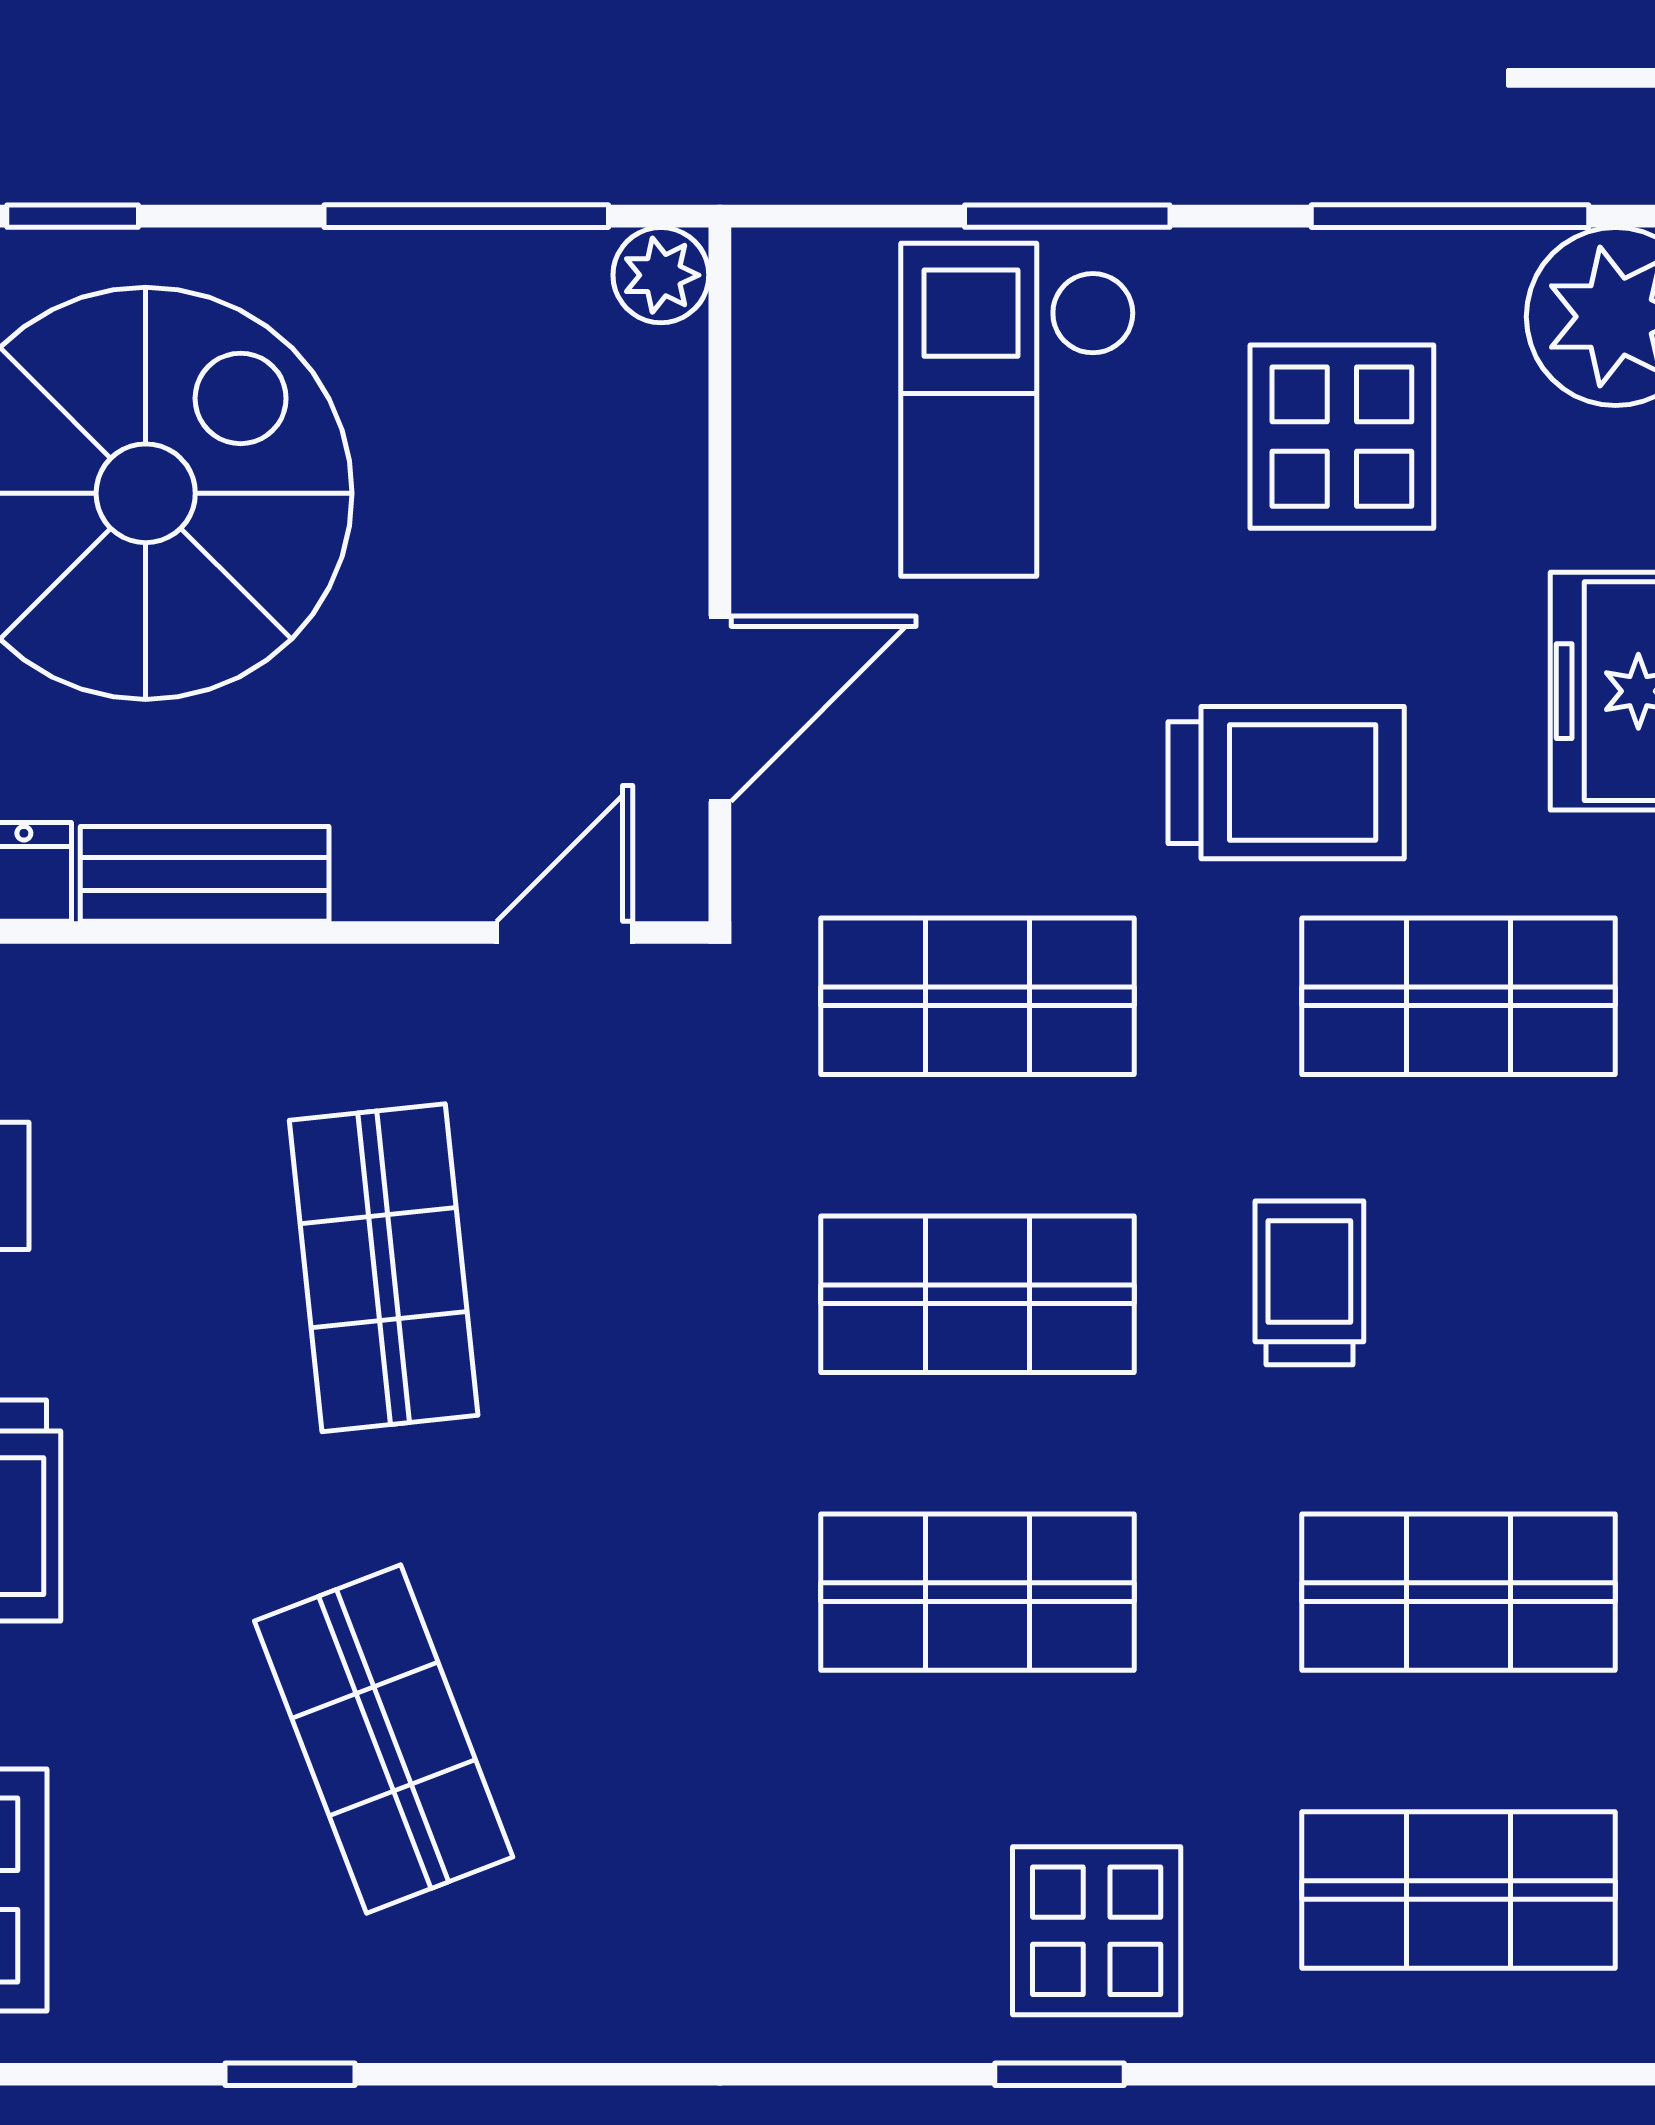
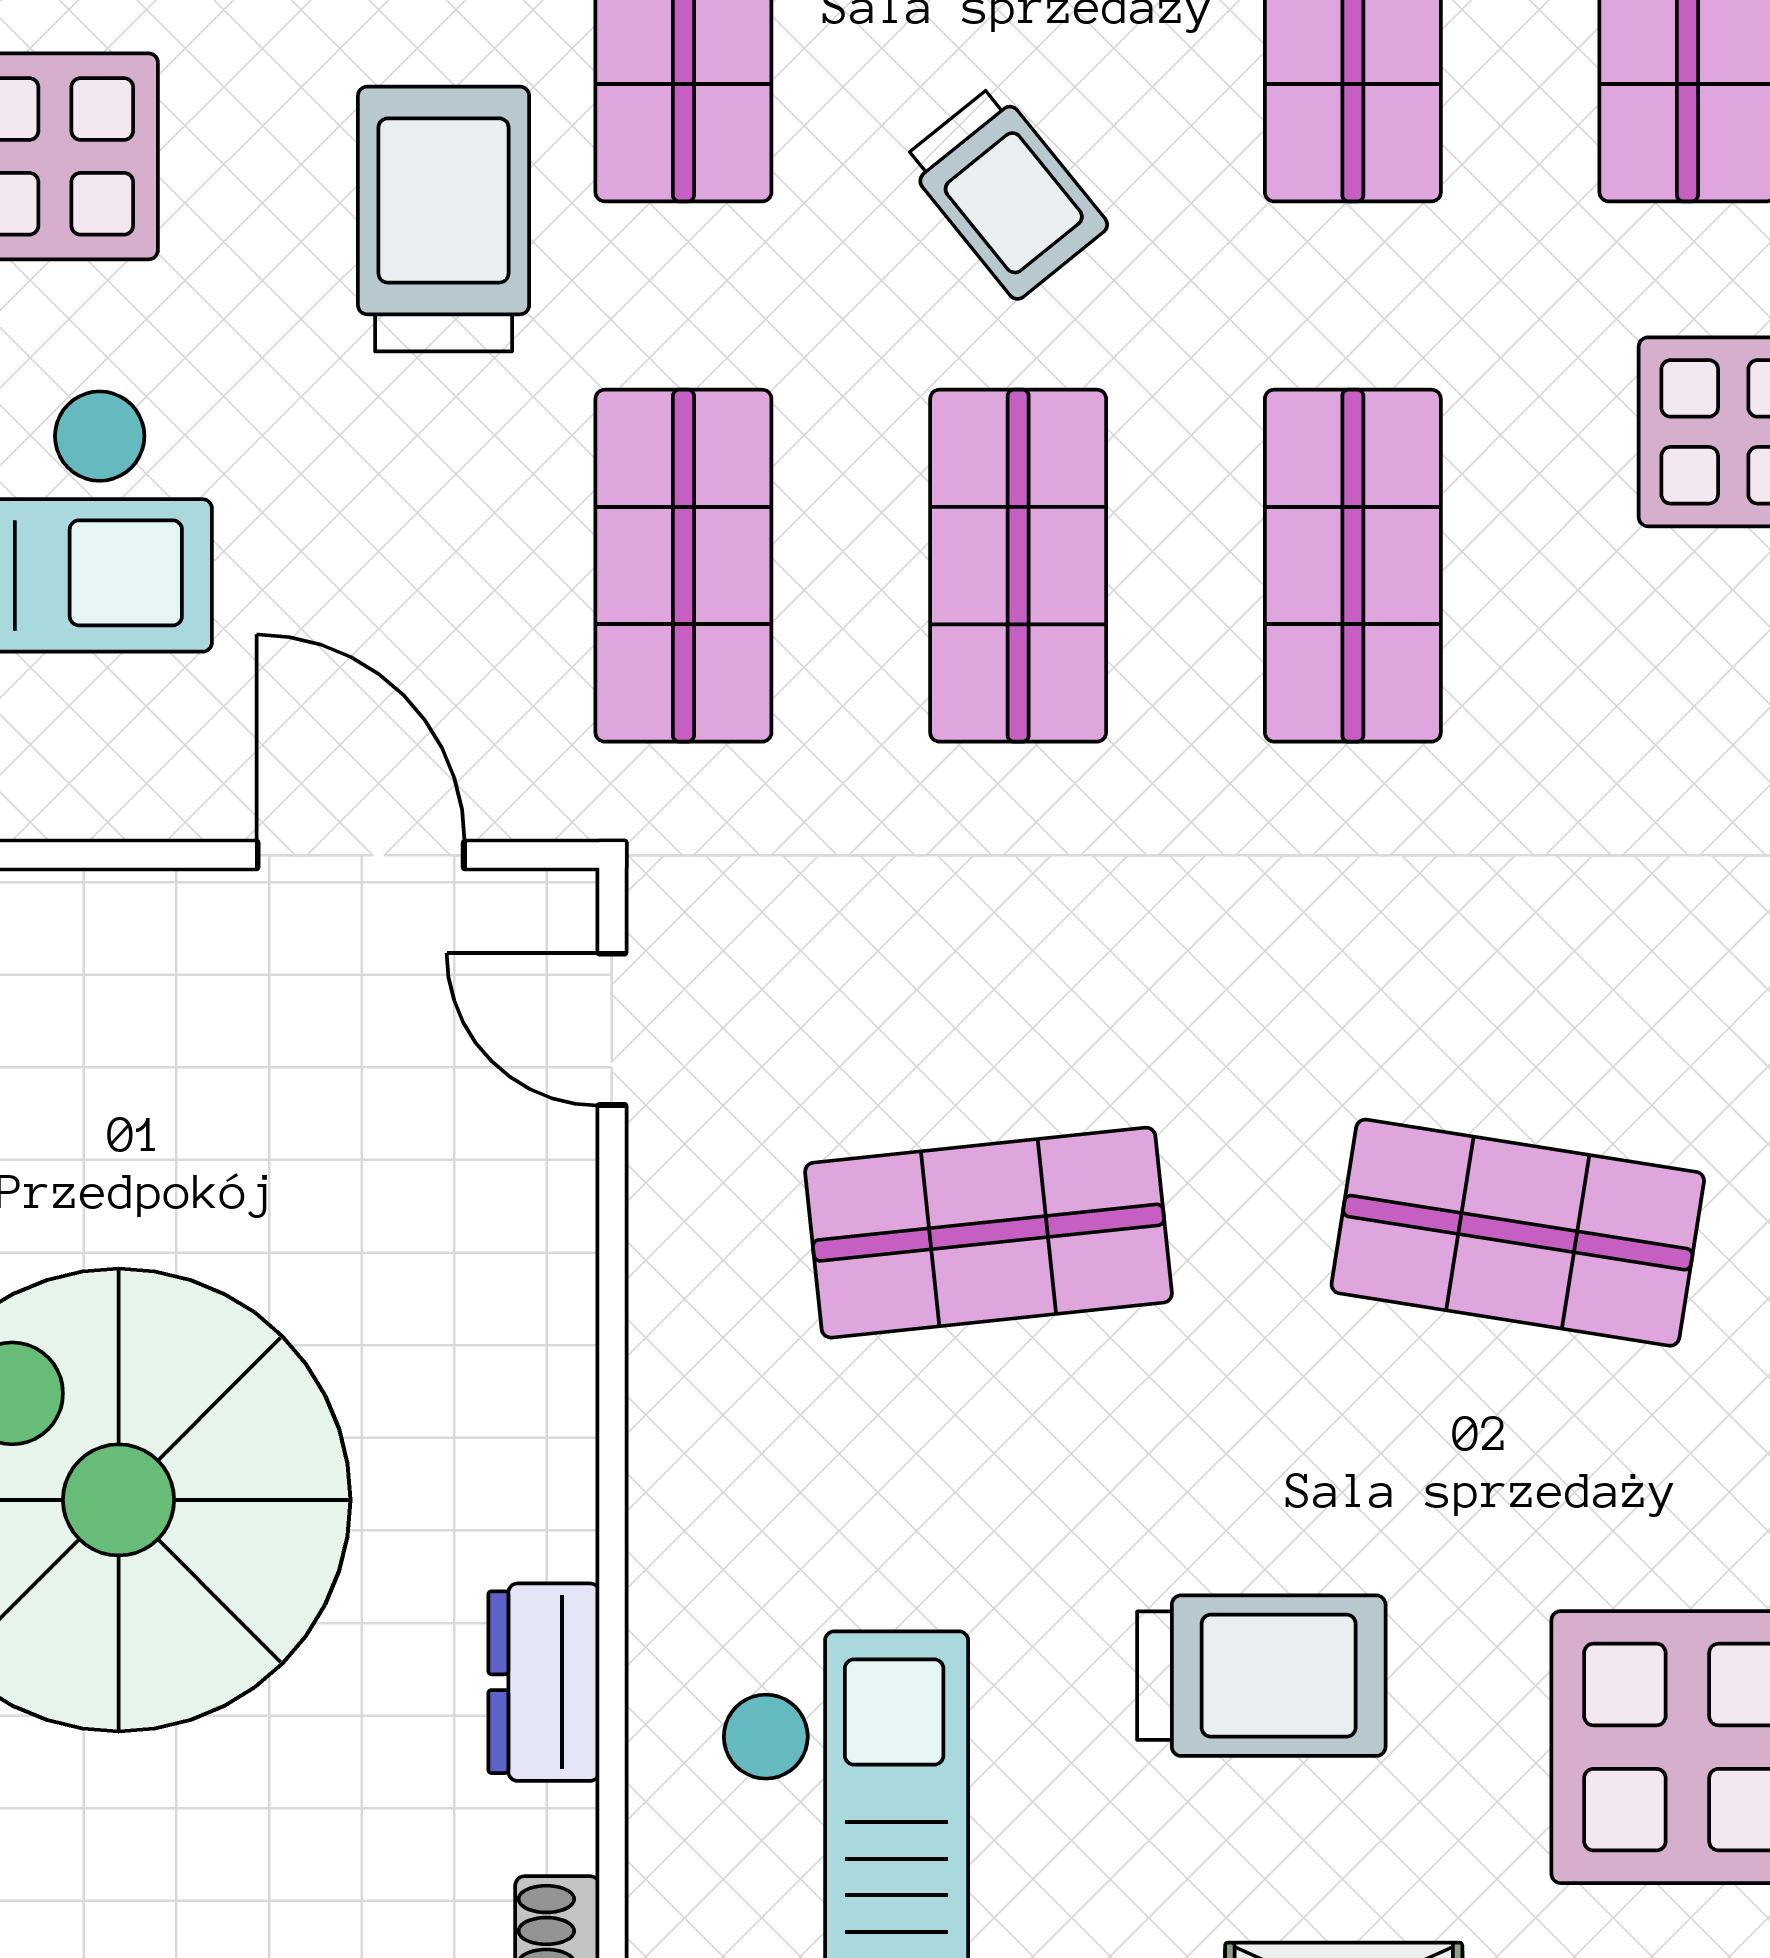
bench: (205, 874) -> (546, 1434), removed
trolley: (1309, 1283) -> (1006, 193), turned -129
shop shelf: (384, 1739) -> (1518, 1233), turned 30

